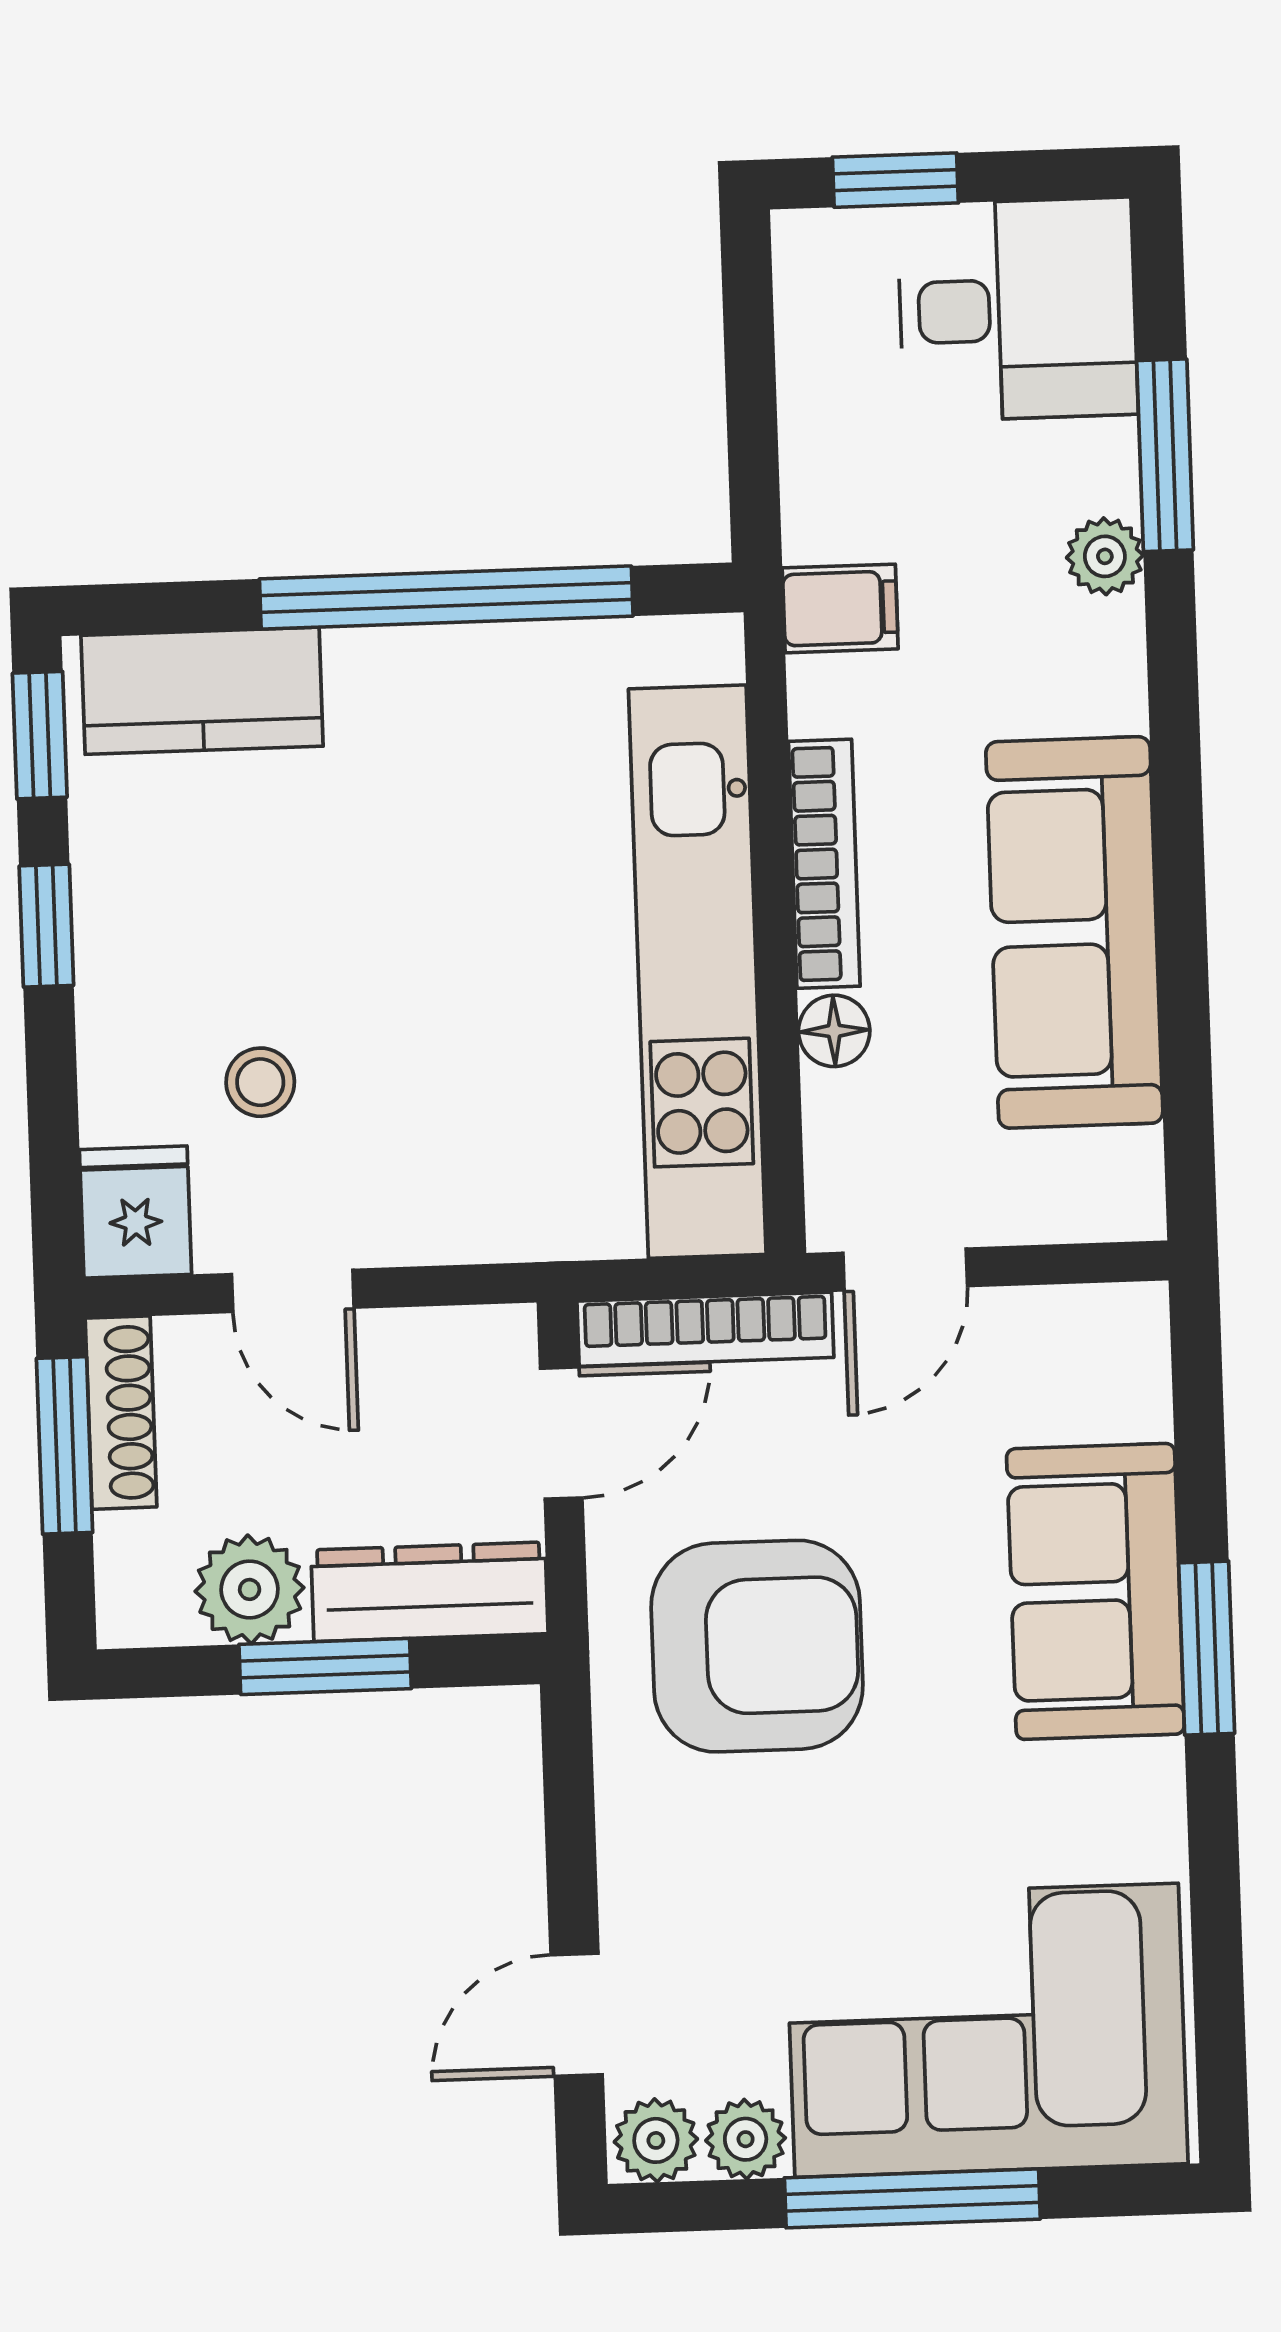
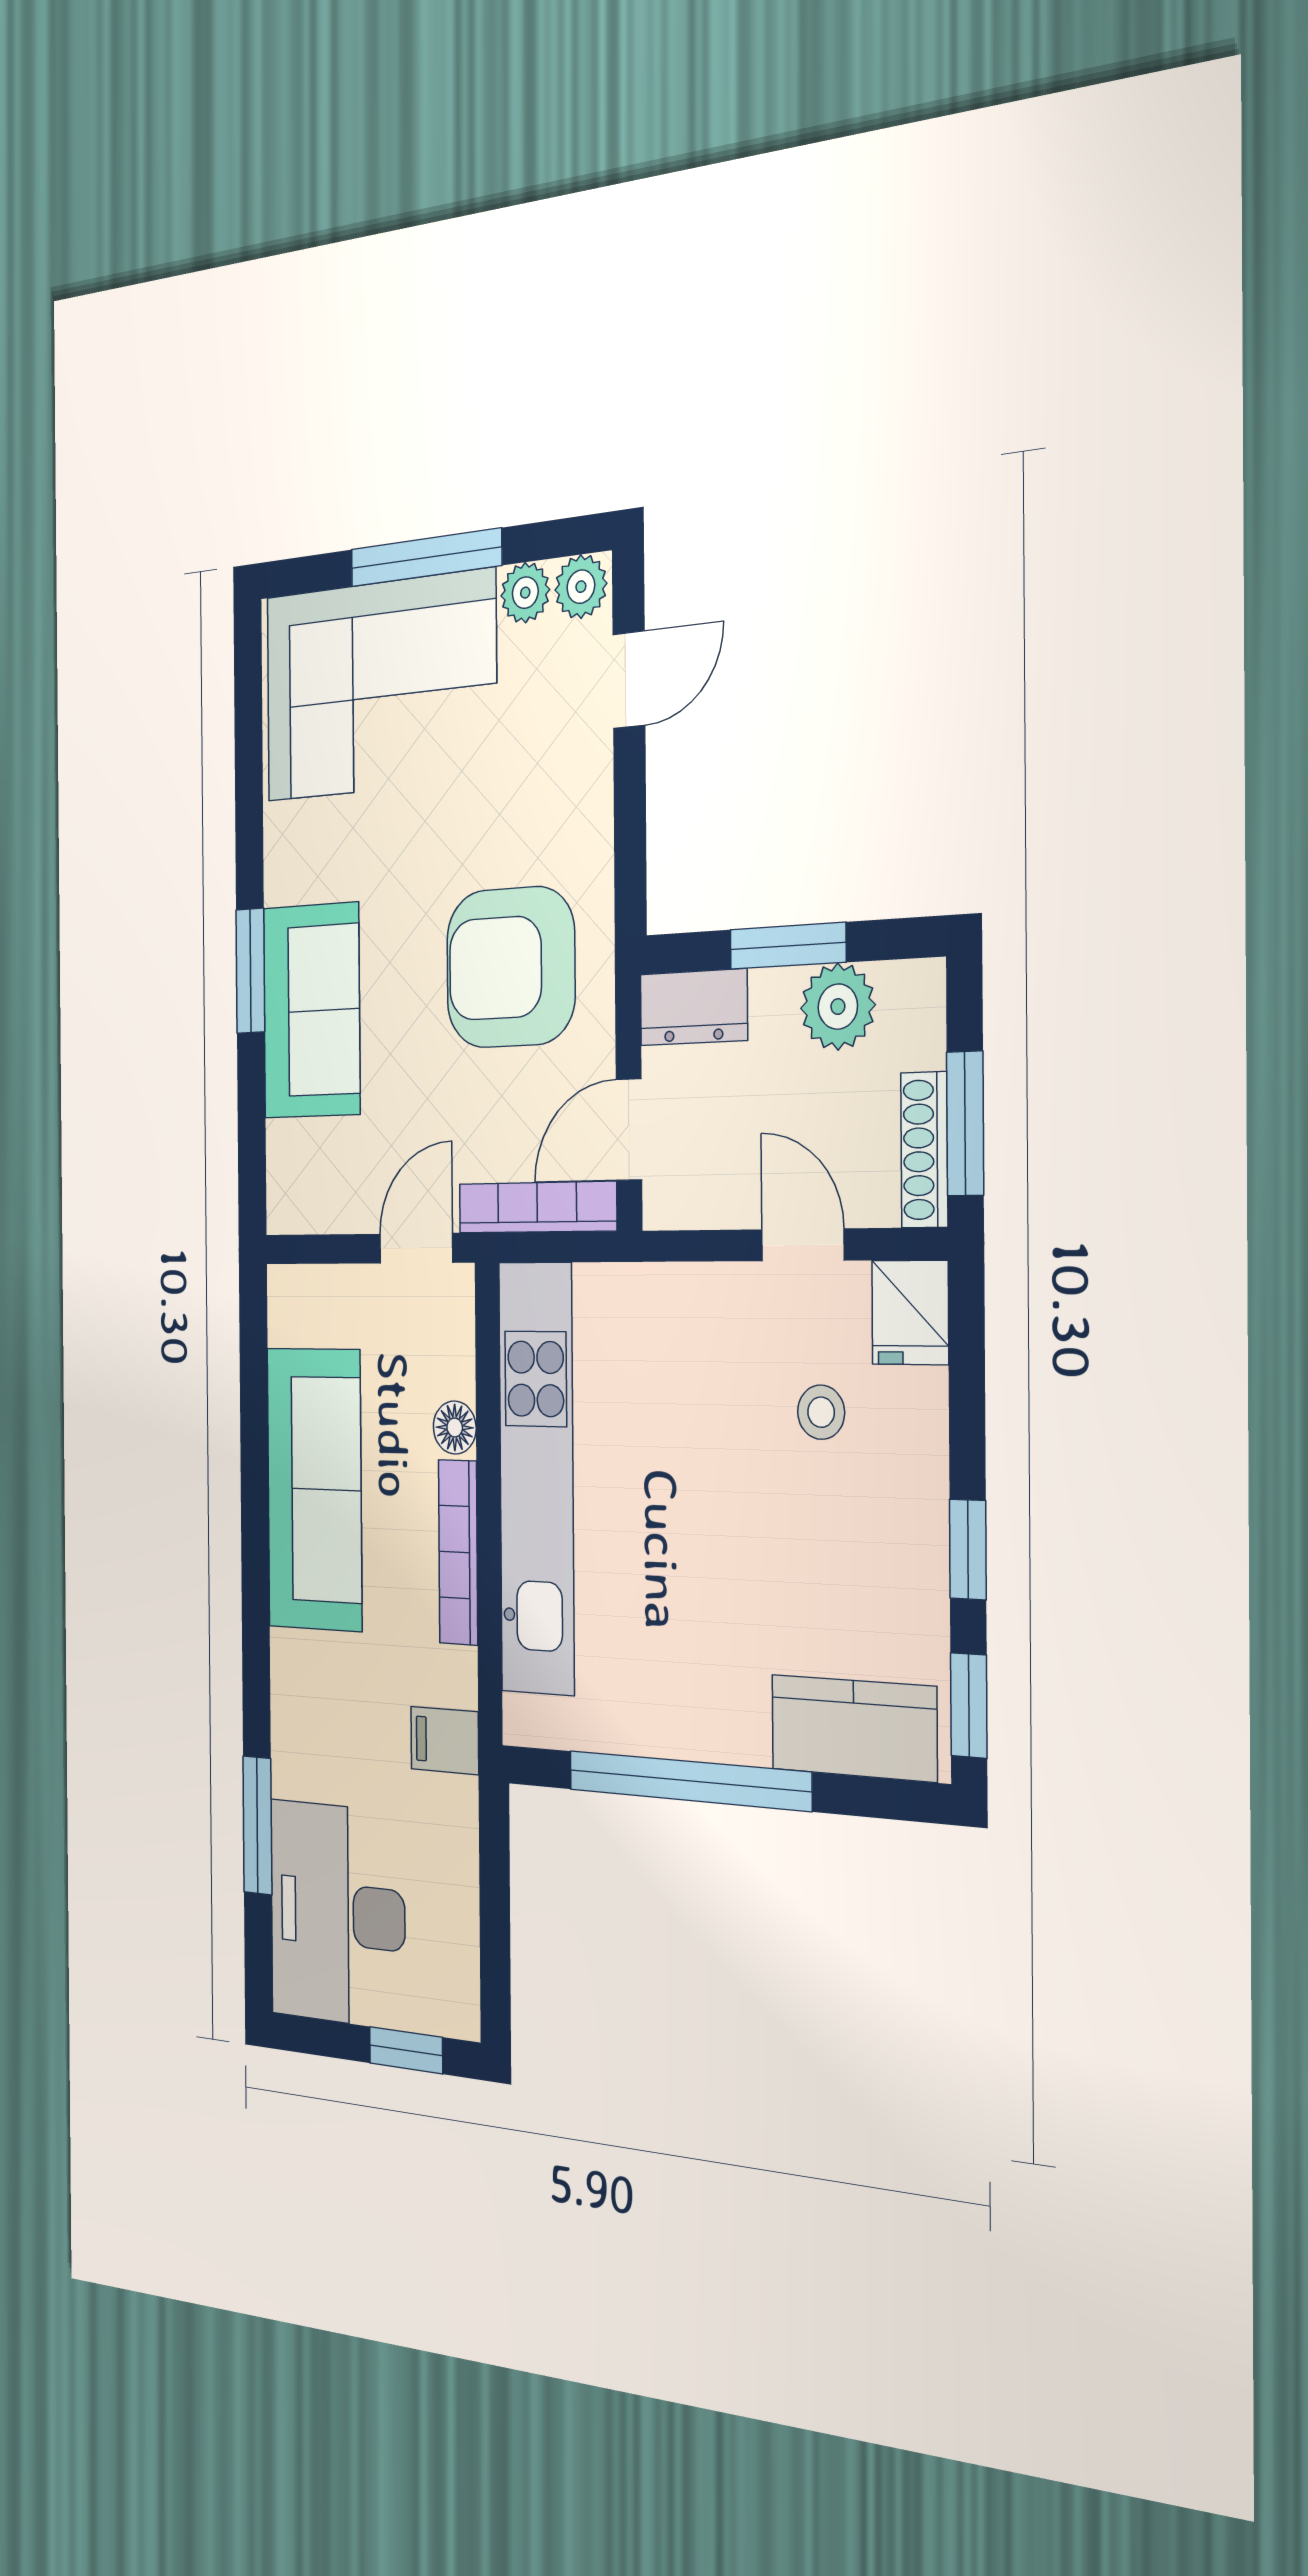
desk: (1018, 310) -> (337, 1914), width x1.37
plant: (1105, 556) -> (292, 1758), removed
dresser: (429, 1592) -> (694, 1007), width x0.70

